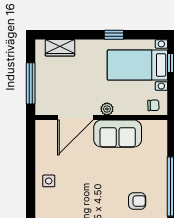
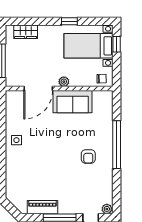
armchair: (137, 201) -> (88, 156), turned 90

